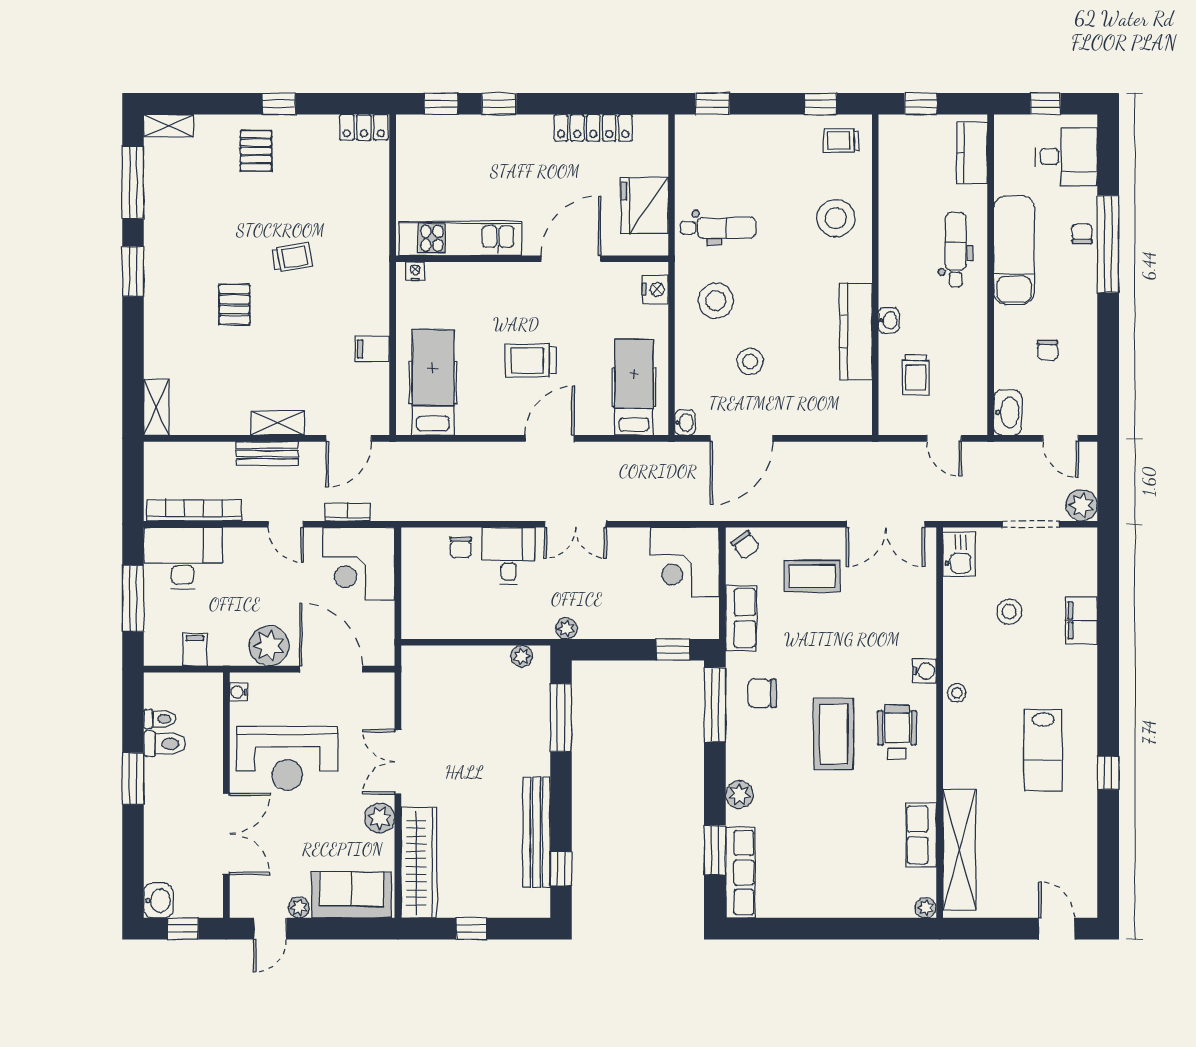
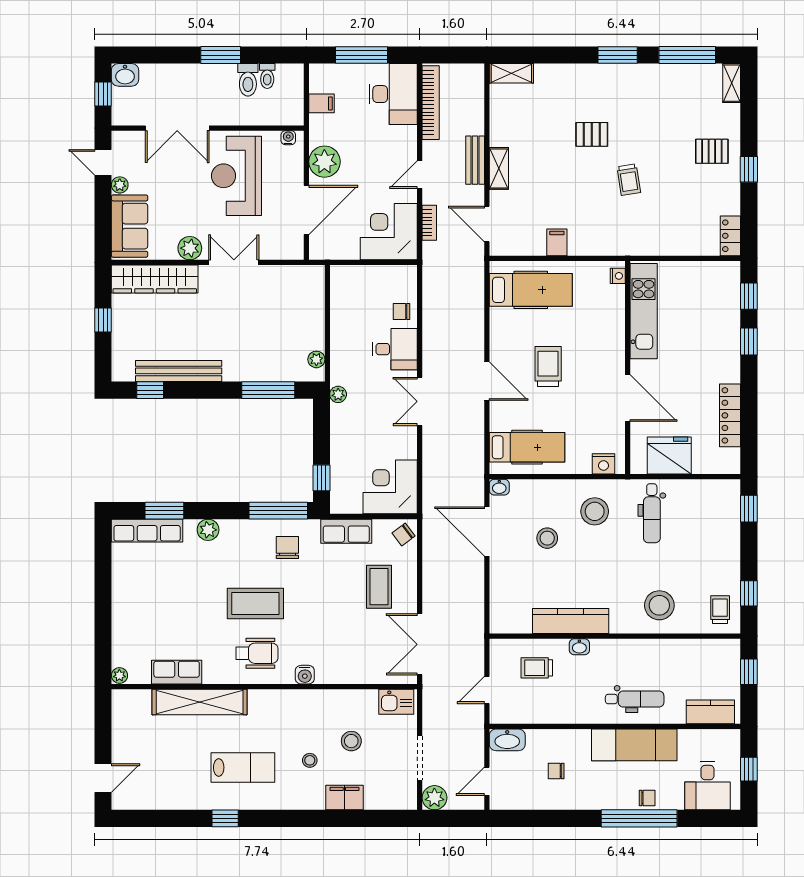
stool: (957, 693) -> (310, 760), moved
lab bench: (1043, 750) -> (243, 768), turned 180
shelving: (959, 850) -> (200, 702), moved

